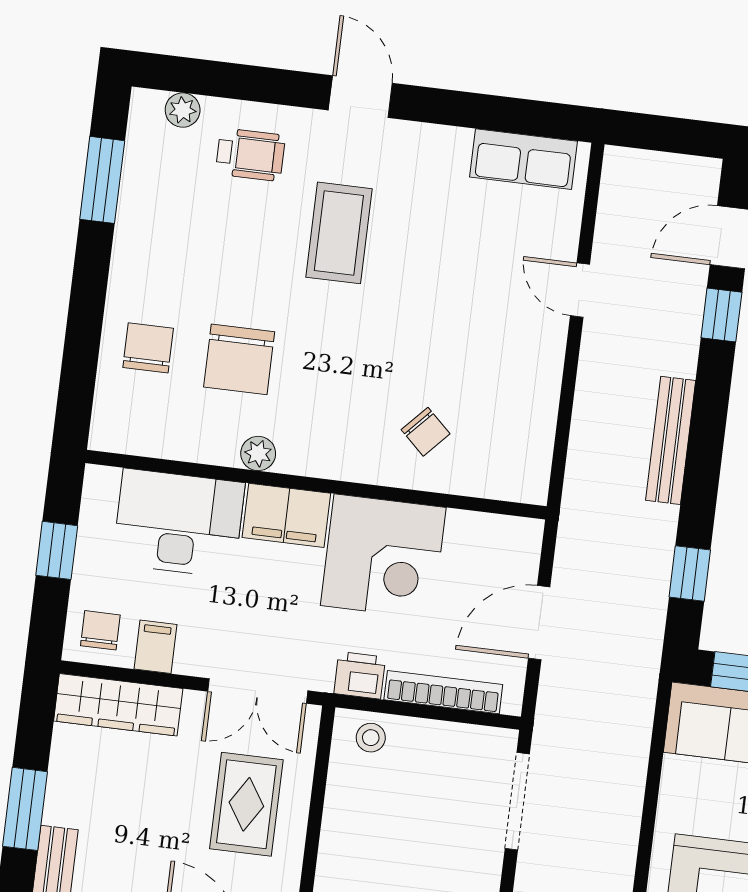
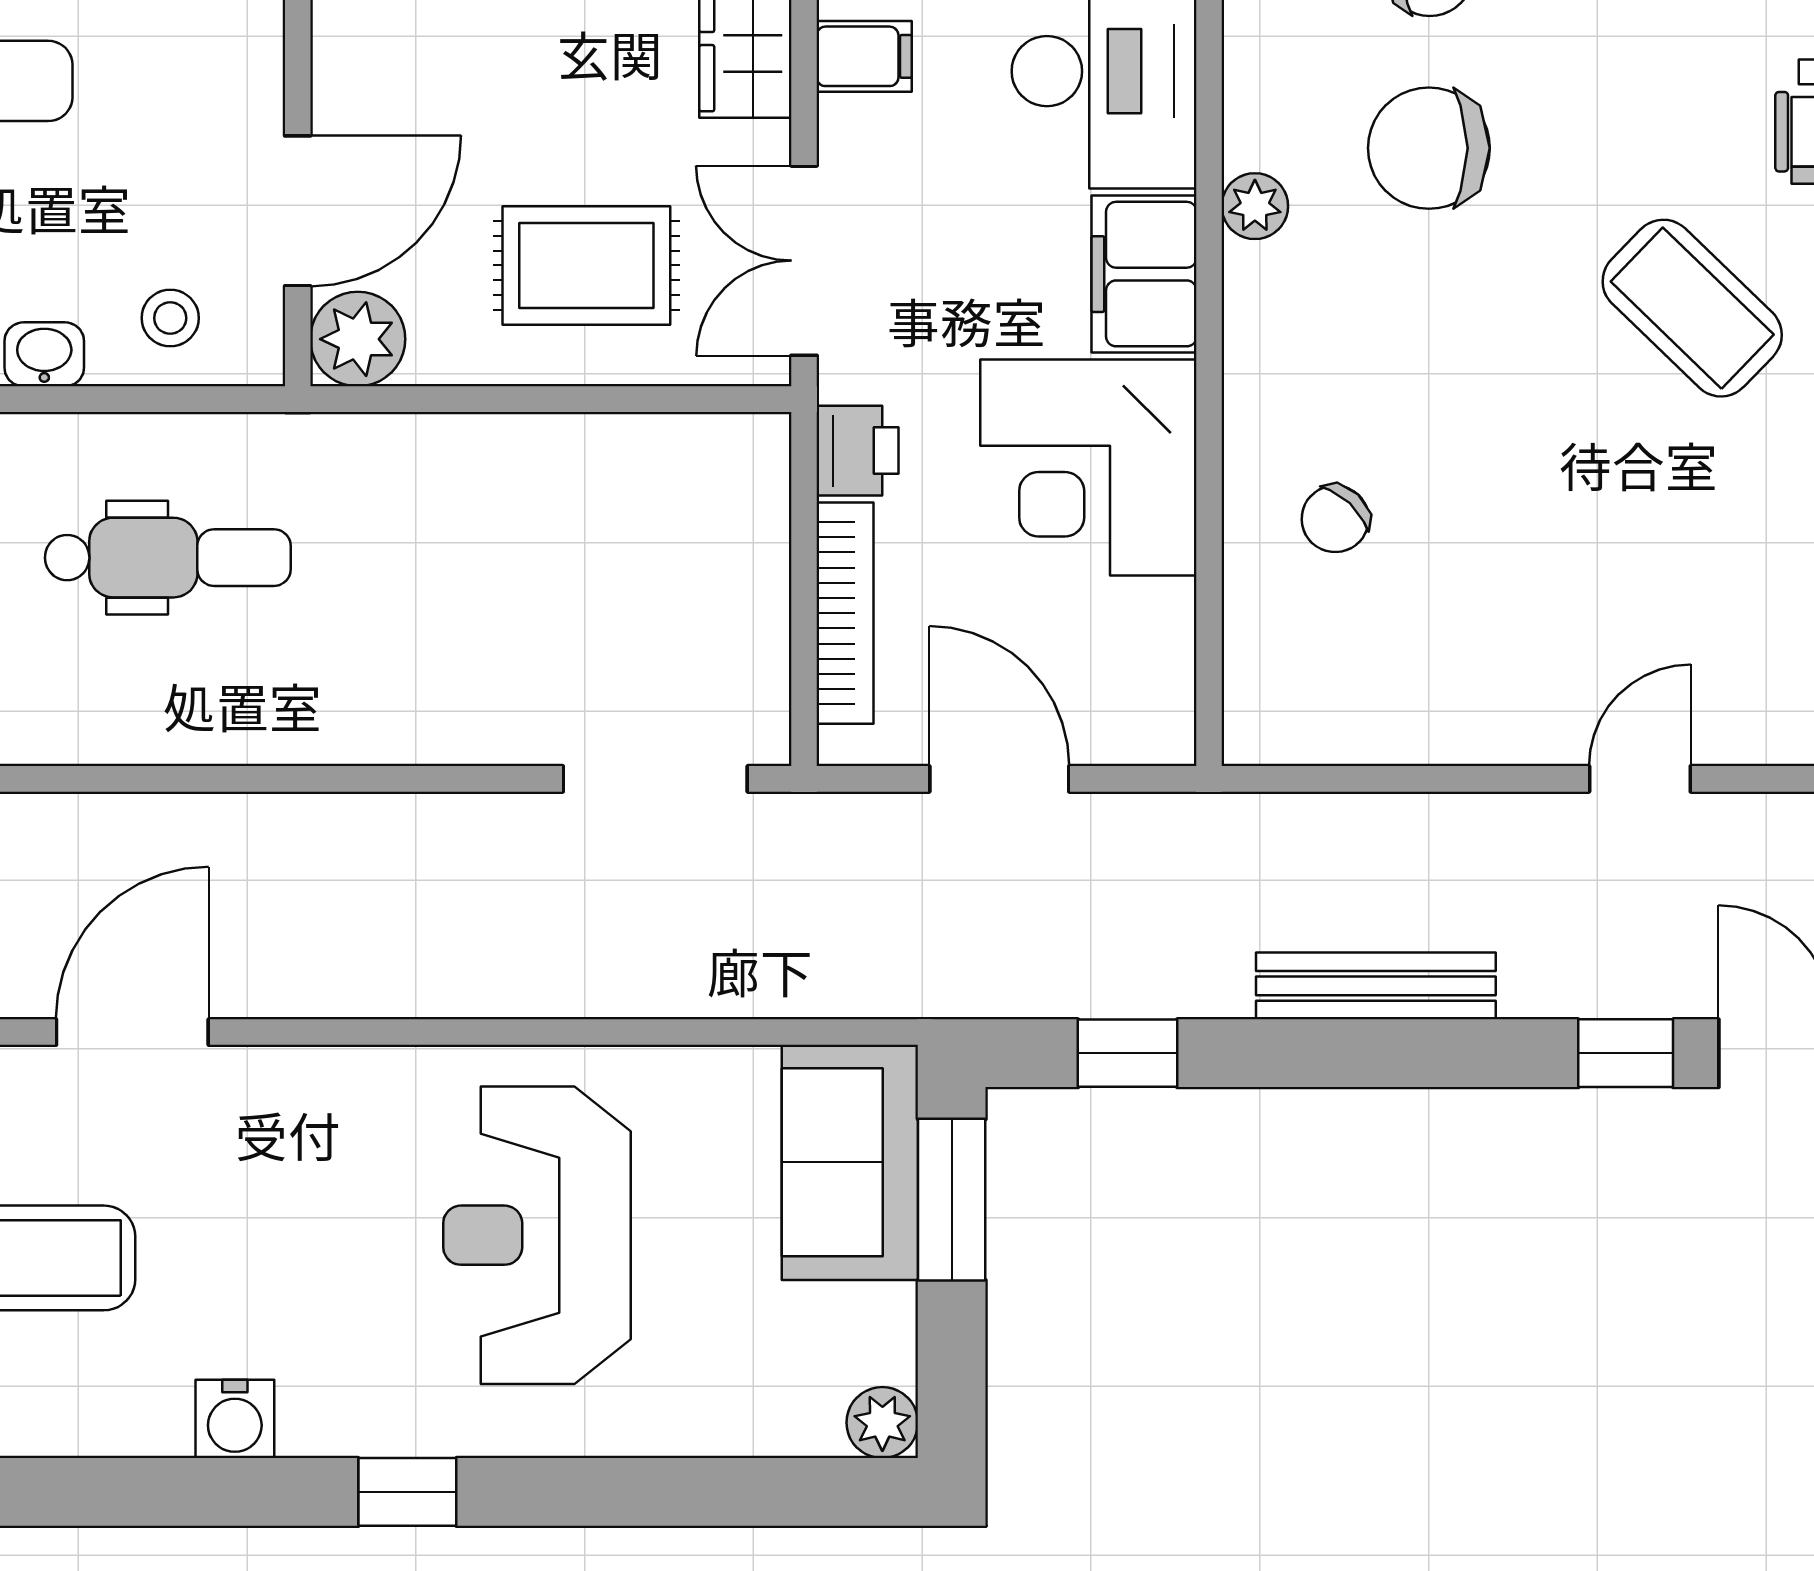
coffee table: (339, 233) -> (1692, 308), turned 44
stool: (371, 738) -> (742, 486), removed

